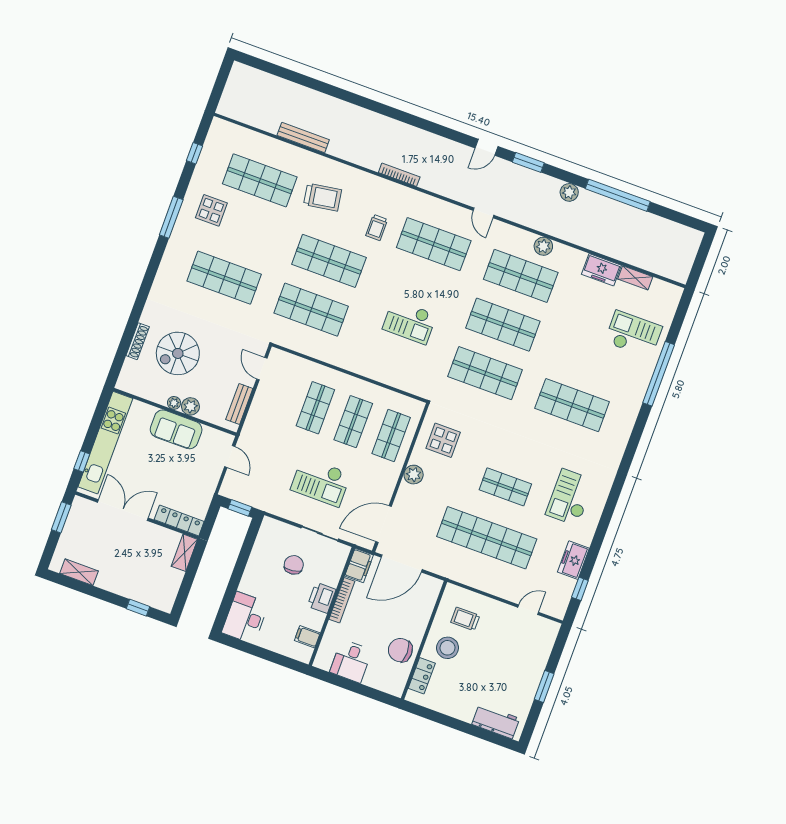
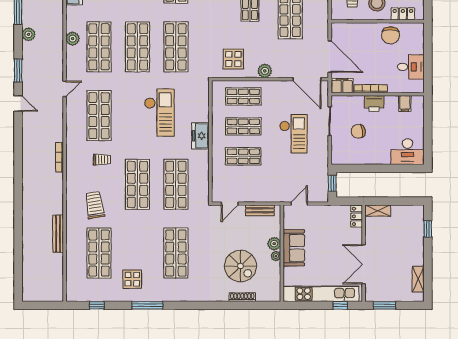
checkout: (410, 322) -> (159, 113), width x1.36, depth x1.21
freezer: (361, 363) -> (200, 136), added
locker: (179, 521) -> (357, 216), width x0.66

